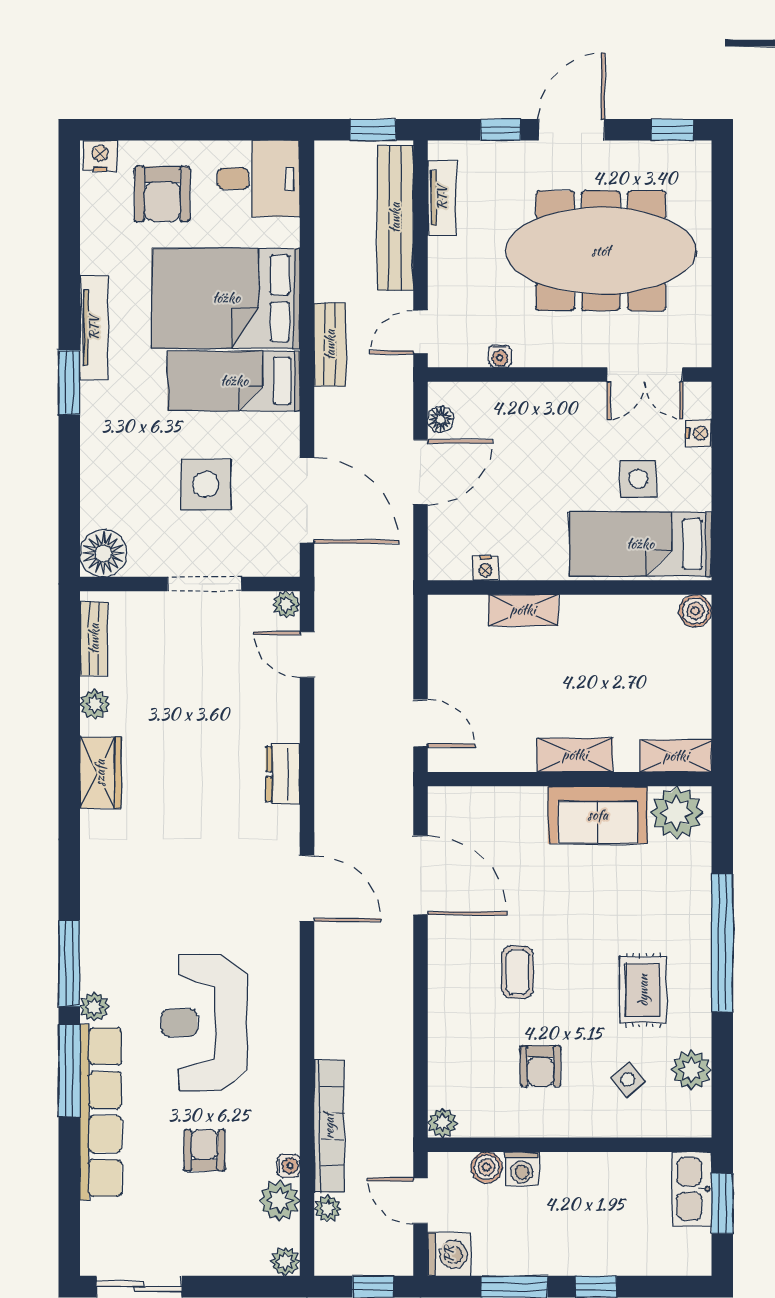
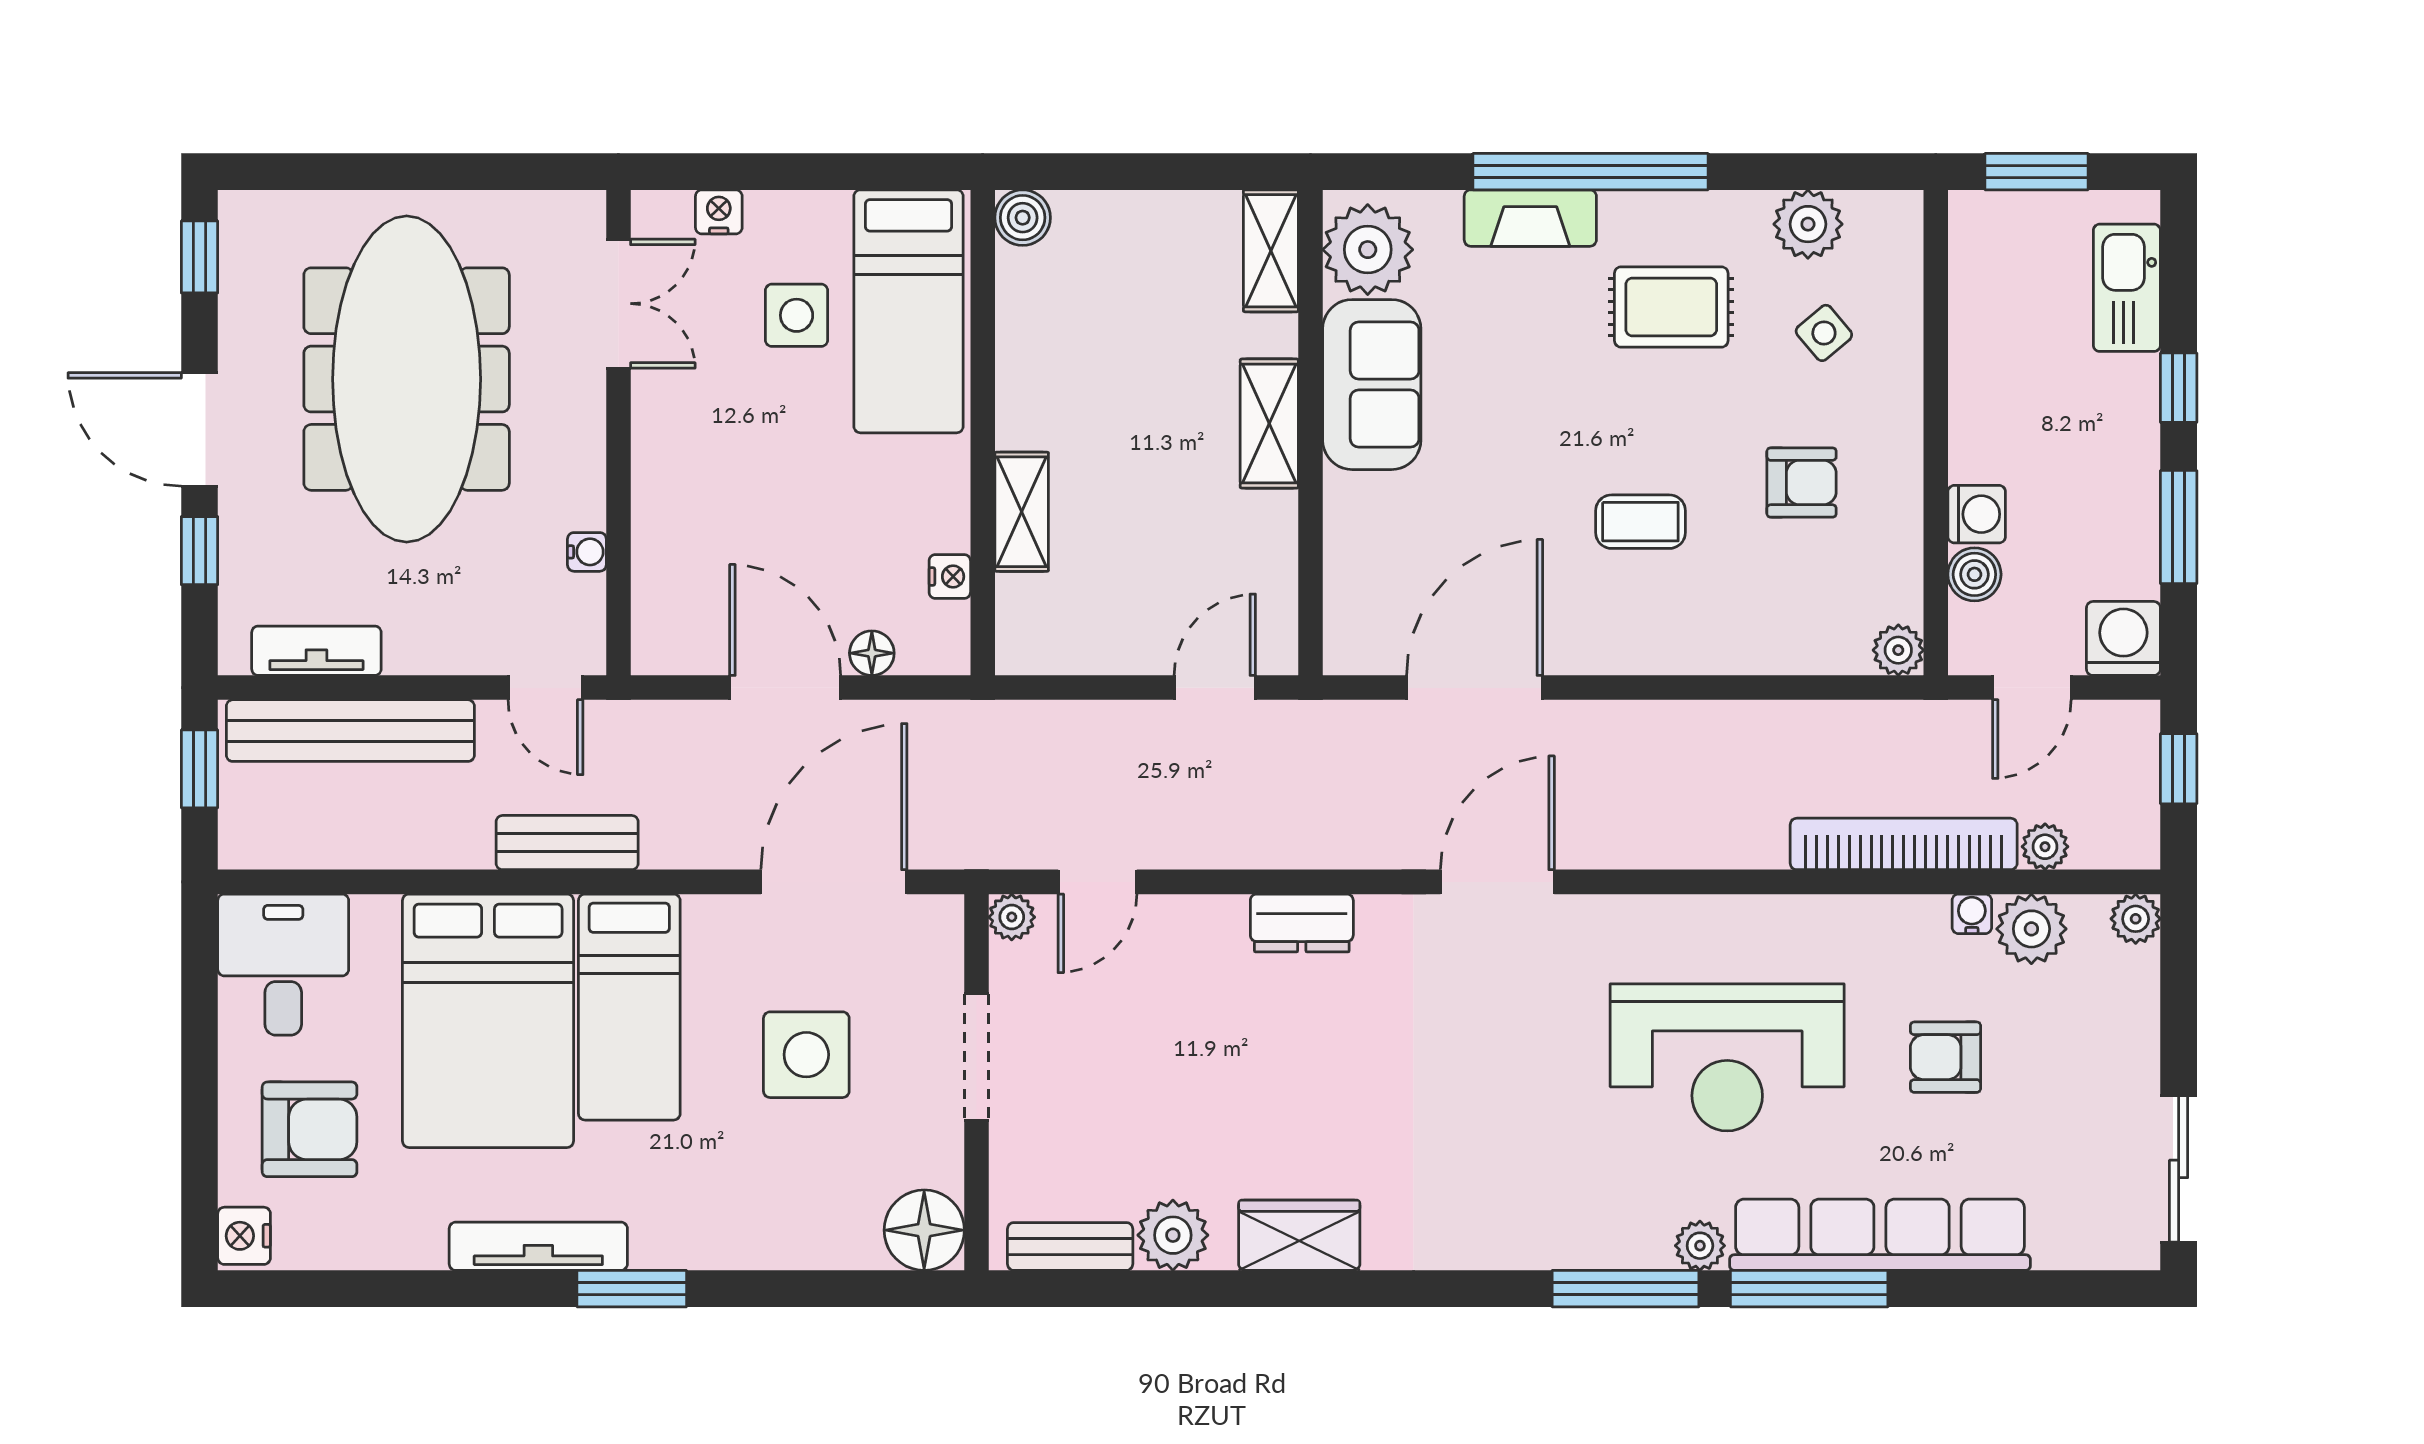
floor lamp: (441, 419) -> (872, 653), moved
plant: (95, 704) -> (1173, 1235), width x1.38, depth x1.38
fireplace: (695, 908) -> (1530, 218), added
kitchen sink: (692, 1189) -> (2127, 288), moved, turned 90

